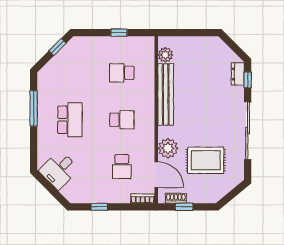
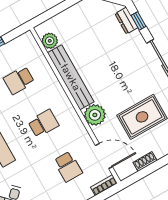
plant: (168, 148) -> (95, 115), moved
shoe rack: (176, 198) -> (145, 161), moved
window: (184, 207) -> (146, 171), removed

